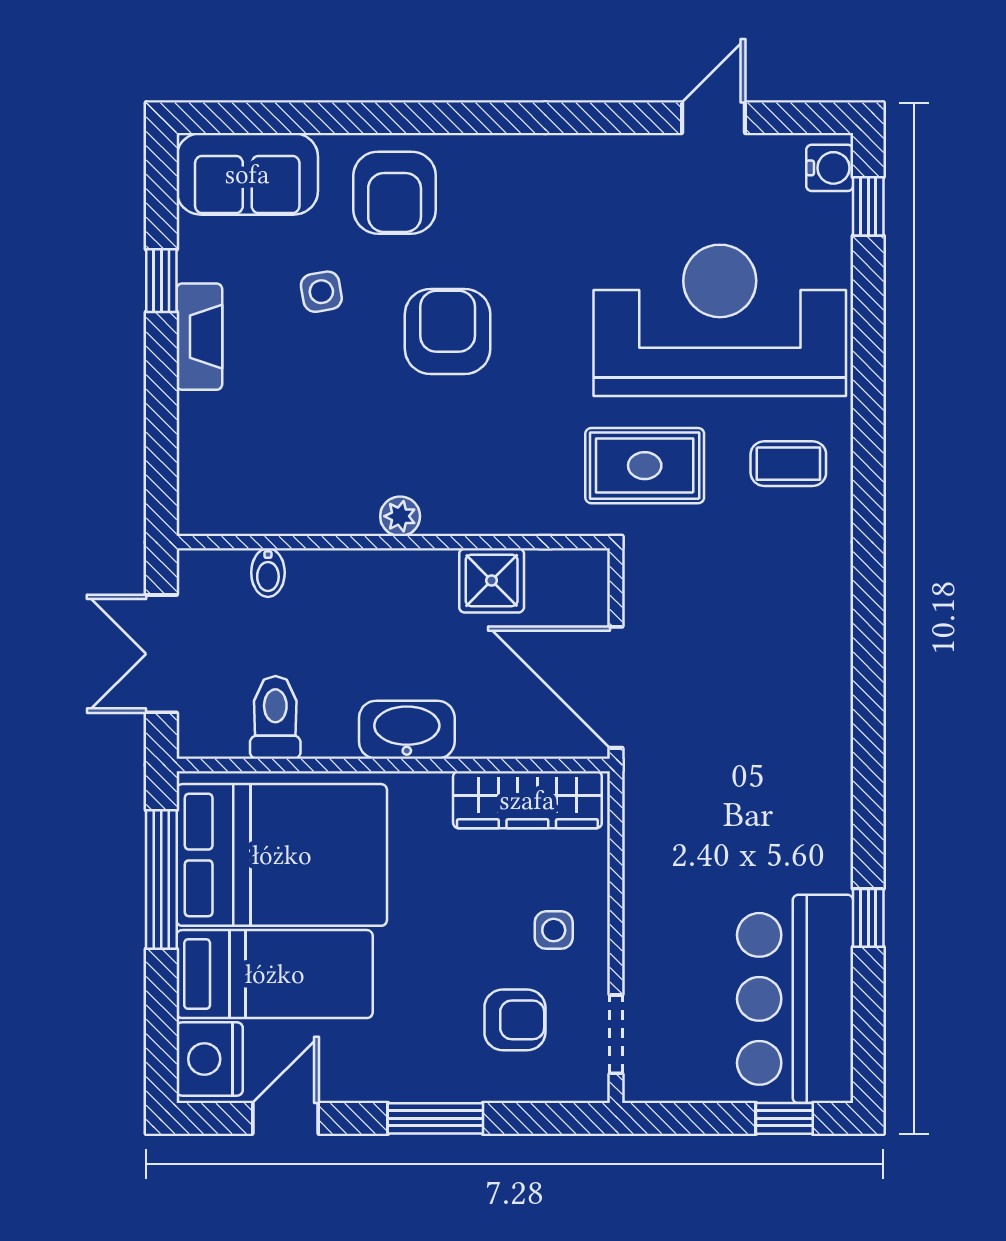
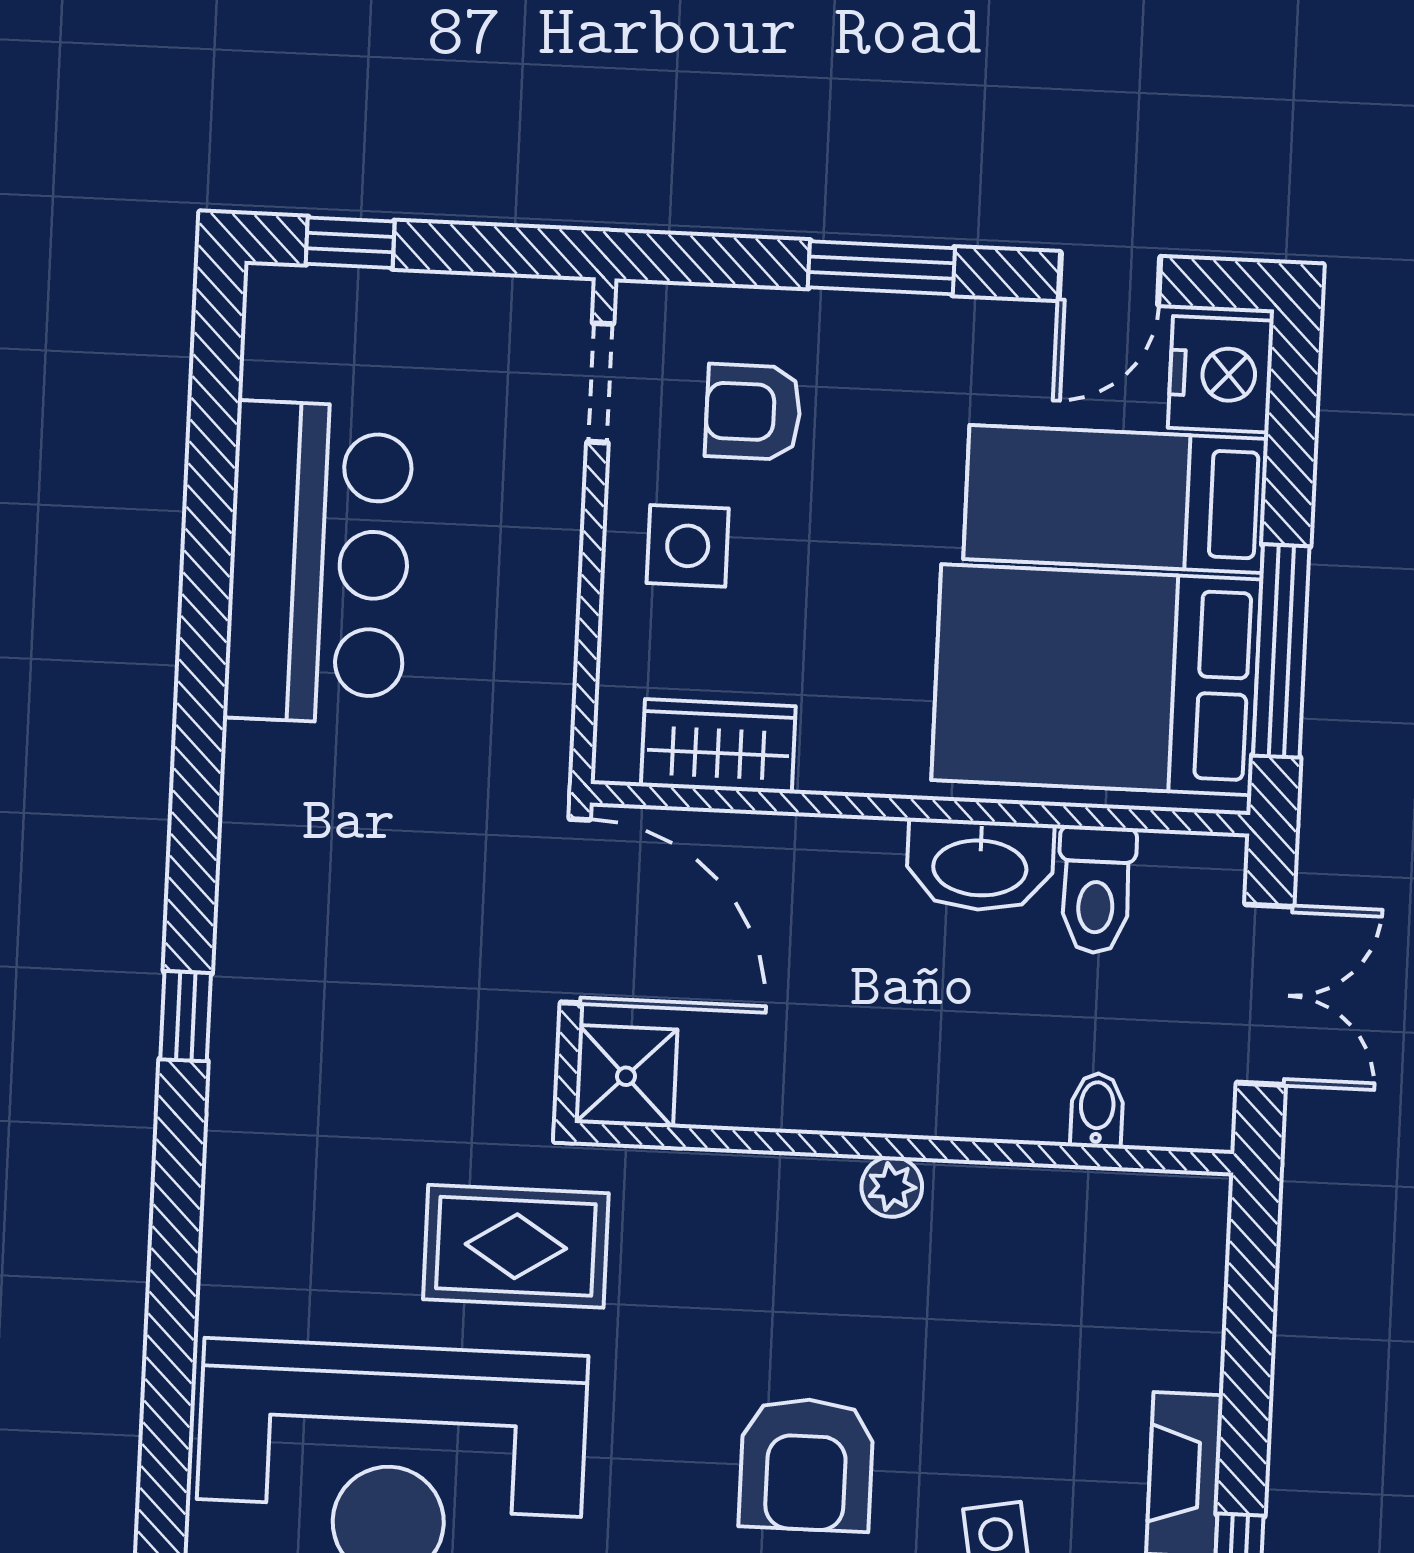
coffee table: (788, 464) -> (297, 1239), removed
shower: (492, 580) -> (626, 1076), moved
washbasin: (407, 730) -> (980, 865), moved
wardrobe: (527, 800) -> (718, 746), width x0.67
window: (868, 918) -> (186, 1016), moved
side table: (554, 930) -> (688, 546), width x1.37, depth x1.37
bar counter: (795, 999) -> (319, 563), moved

